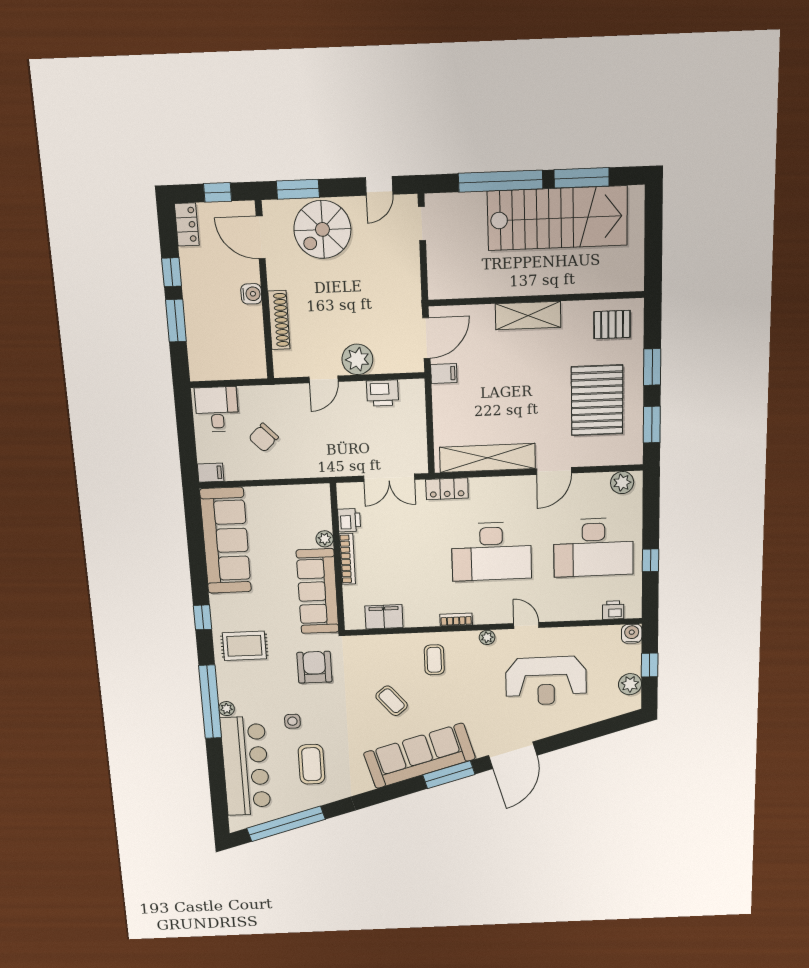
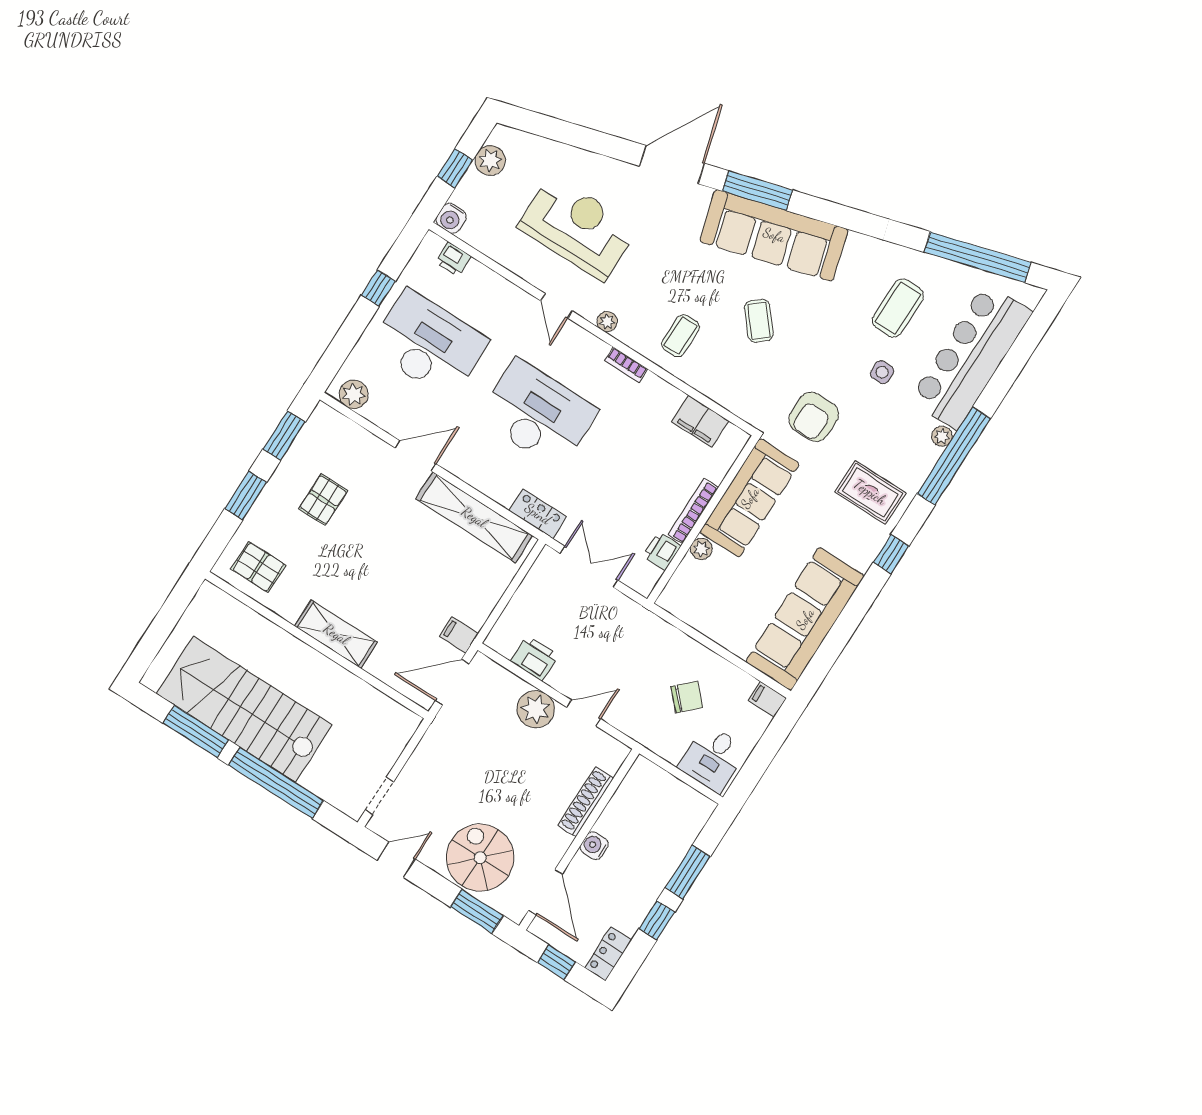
spiral stairs: (322, 229) -> (480, 858), turned -90
pallet: (597, 400) -> (323, 500), width x0.49, depth x0.50

